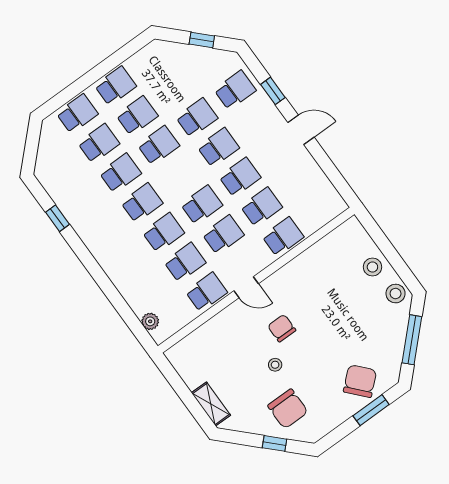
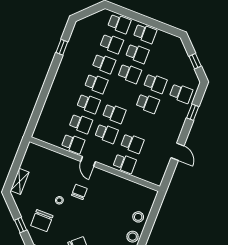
door: (301, 130) -> (177, 152), moved
school desk: (240, 177) -> (140, 123), removed
plant: (150, 321) -> (41, 125), removed

